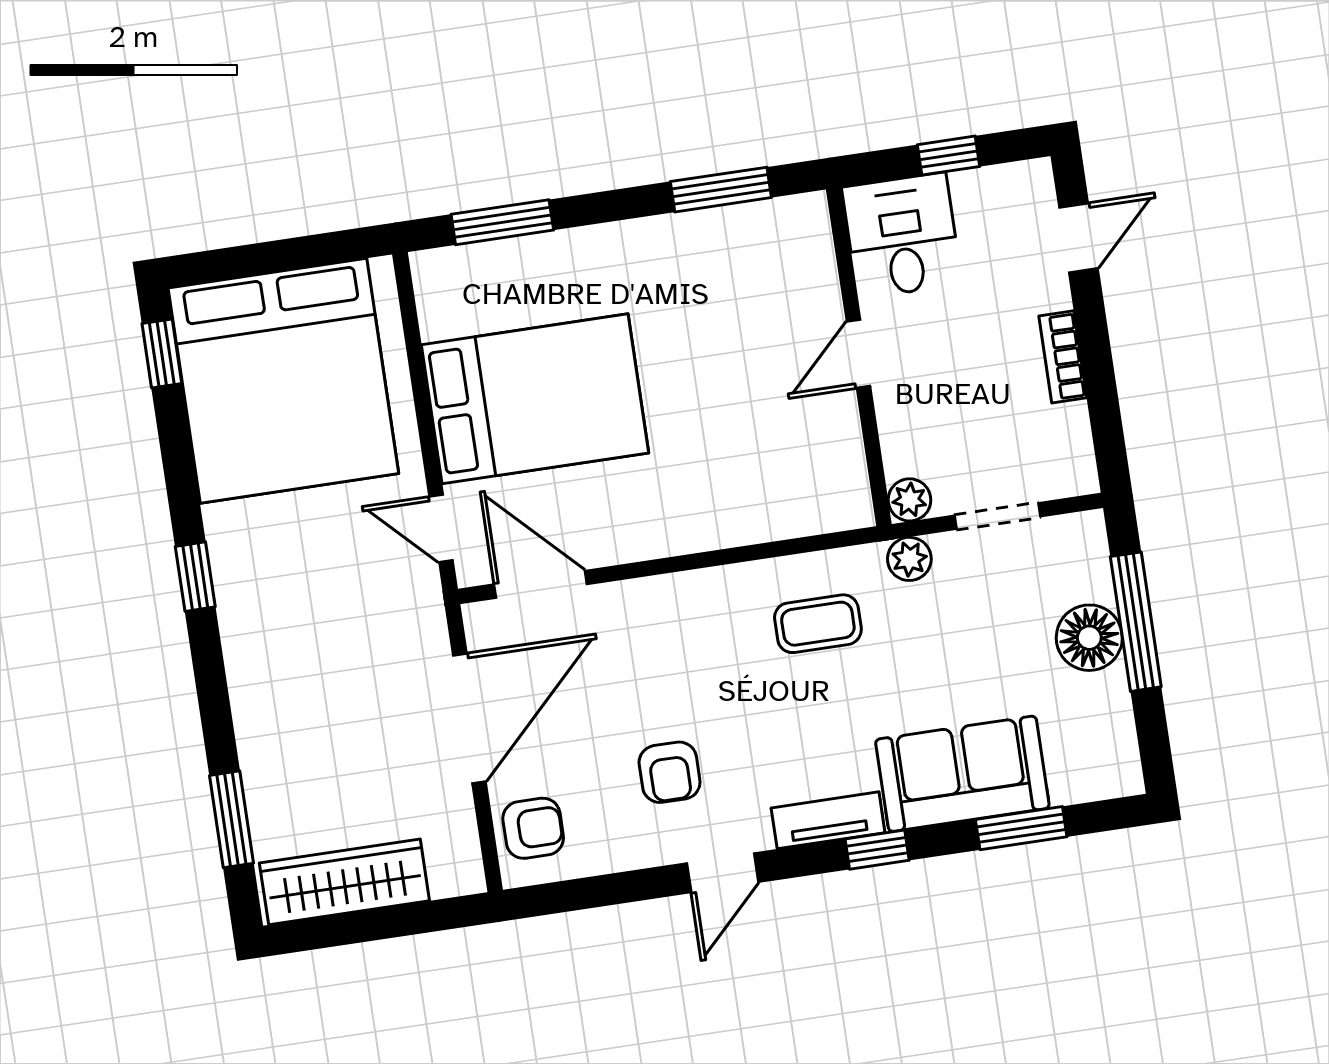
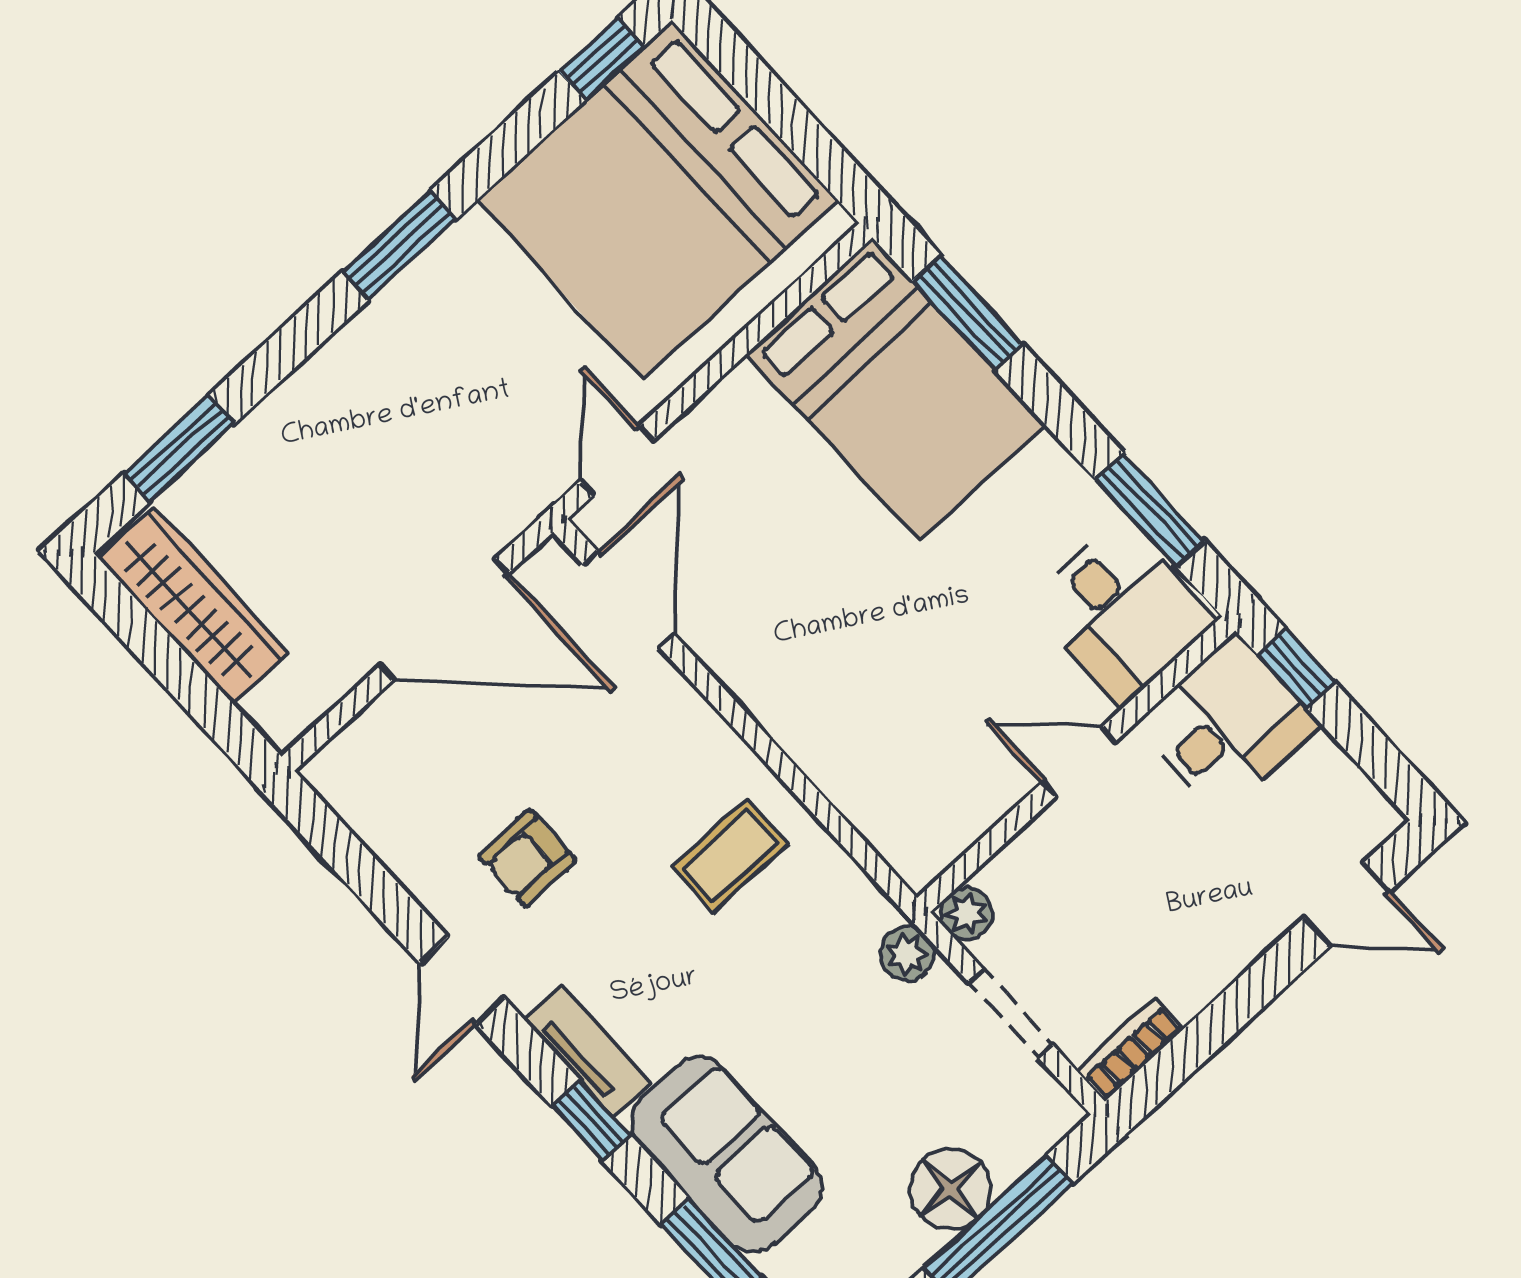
window: (948, 156) -> (1296, 668), moved
desk: (777, 256) -> (1121, 613), added
bookcase: (1063, 357) -> (1130, 1049), moved
bed: (535, 399) -> (896, 389), moved
window: (195, 577) -> (399, 245), width x1.50
coffee table: (818, 624) -> (730, 855), moved, turned 90
armchair: (533, 828) -> (377, 759), removed
door: (723, 873) -> (462, 980), hinge flipped

